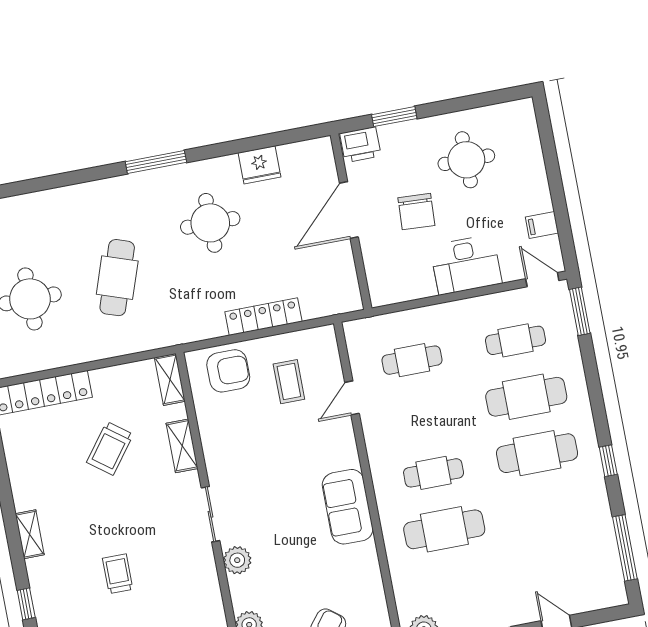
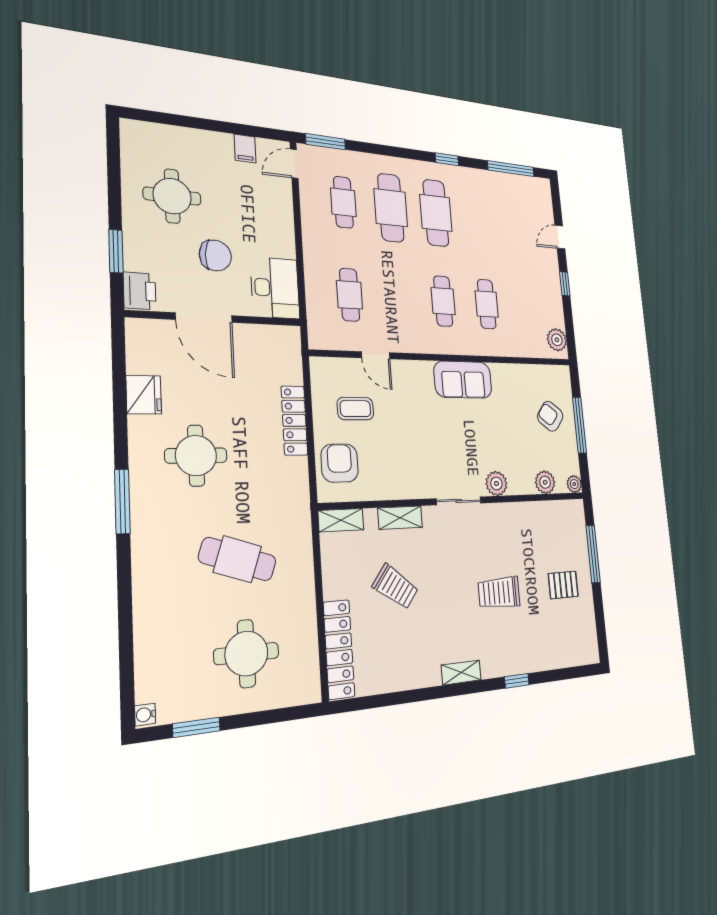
desk: (466, 265) -> (275, 288), moved
cafe table: (444, 529) -> (487, 304), width x0.73, depth x0.74
trolley: (118, 574) -> (499, 593), width x1.36, depth x1.39

